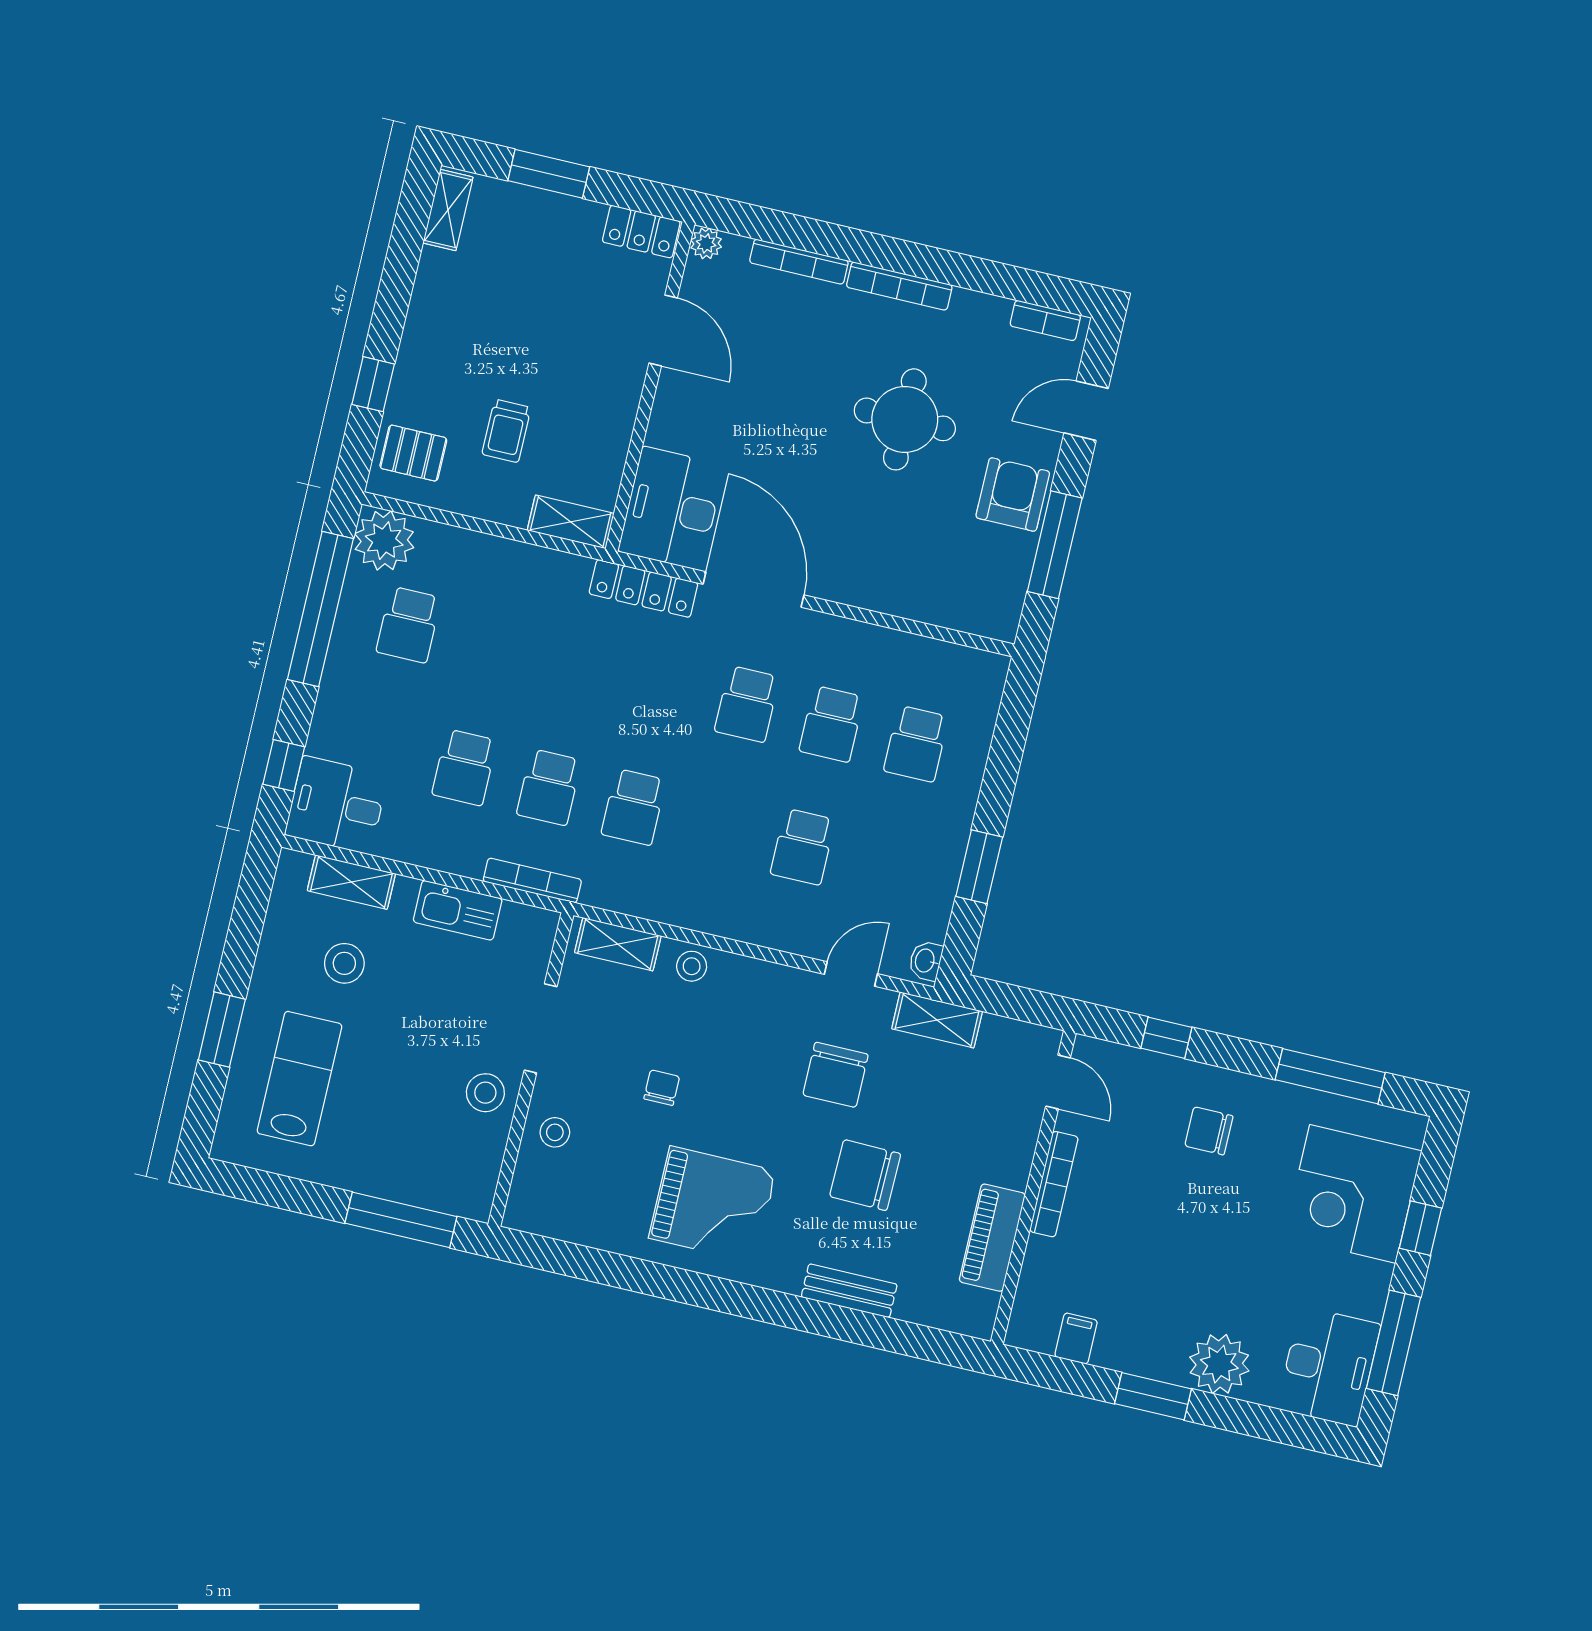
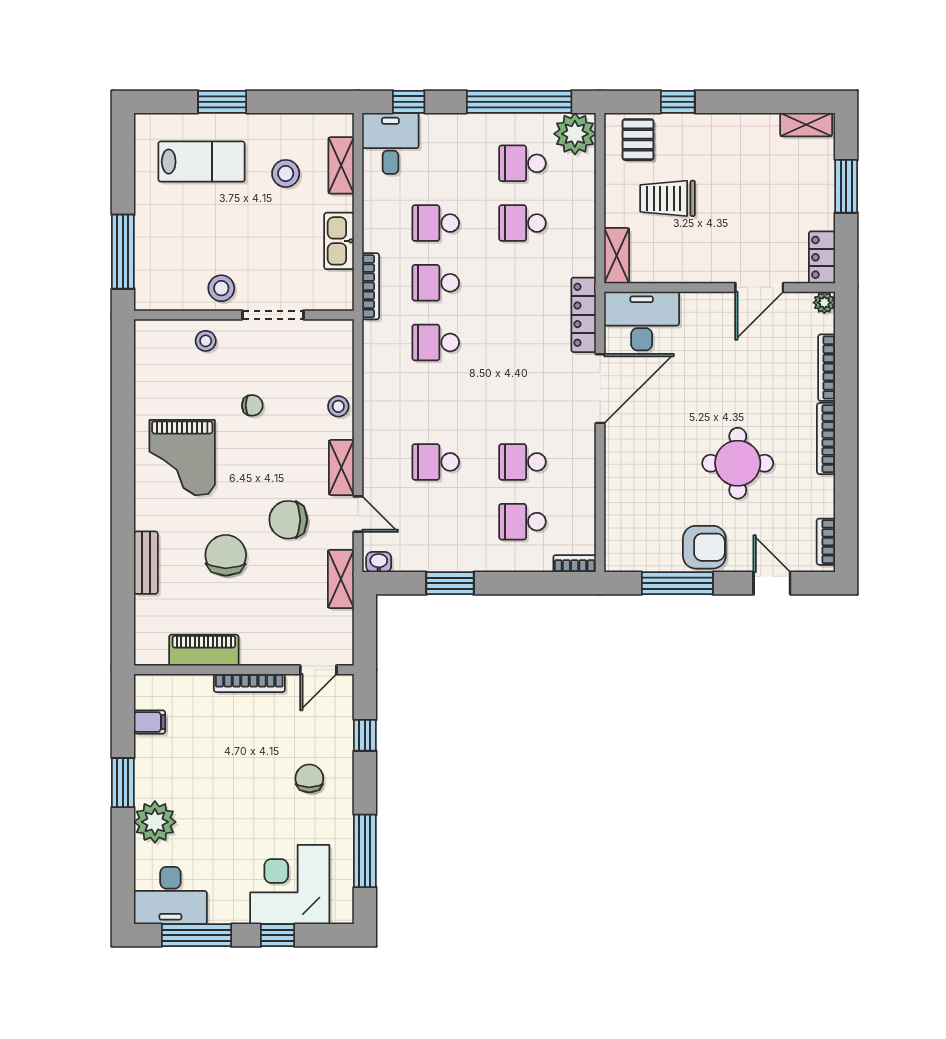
trolley: (506, 431) -> (667, 198), width x1.36, depth x1.39
bookcase: (993, 684) -> (575, 564), added
school desk: (747, 704) -> (522, 223), moved
shelving: (618, 944) -> (341, 467), moved

